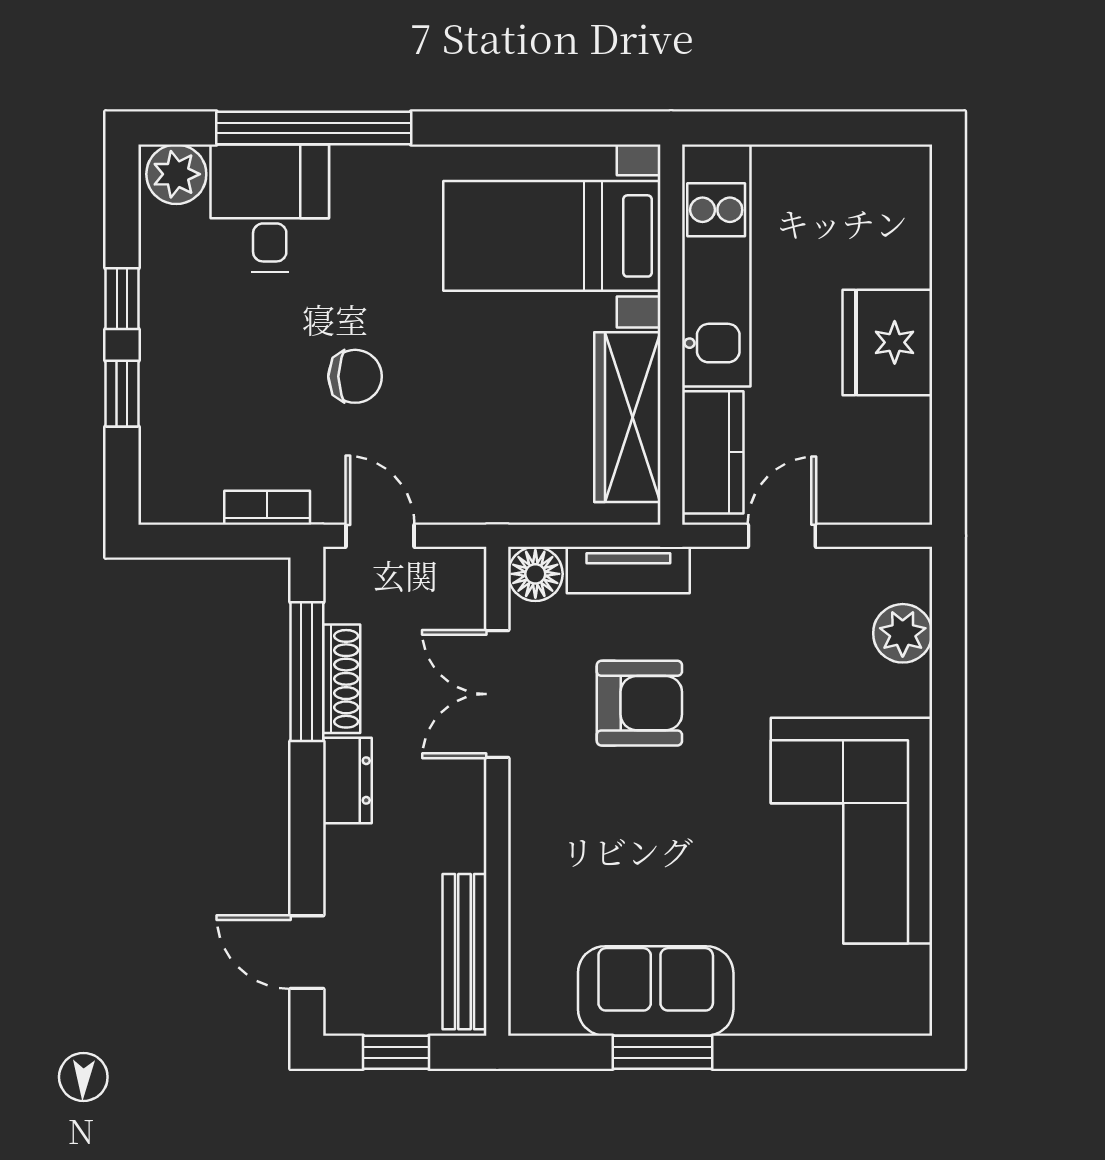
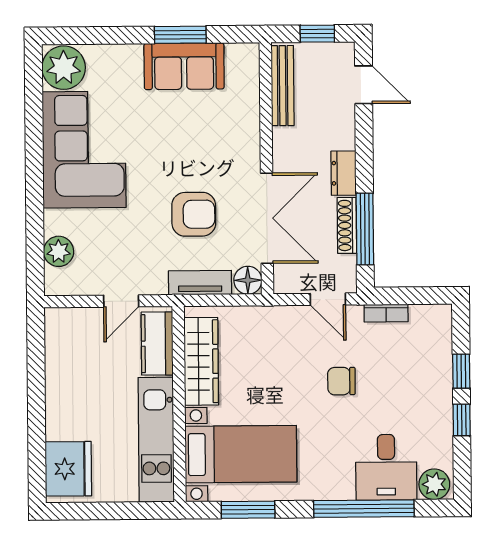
window: (539, 128) -> (248, 510), added
fridge: (887, 342) -> (68, 469), moved
double door: (497, 694) -> (267, 218), width x1.37
armchair: (639, 703) -> (194, 214), turned 180
plant: (890, 990) -> (64, 68), added

